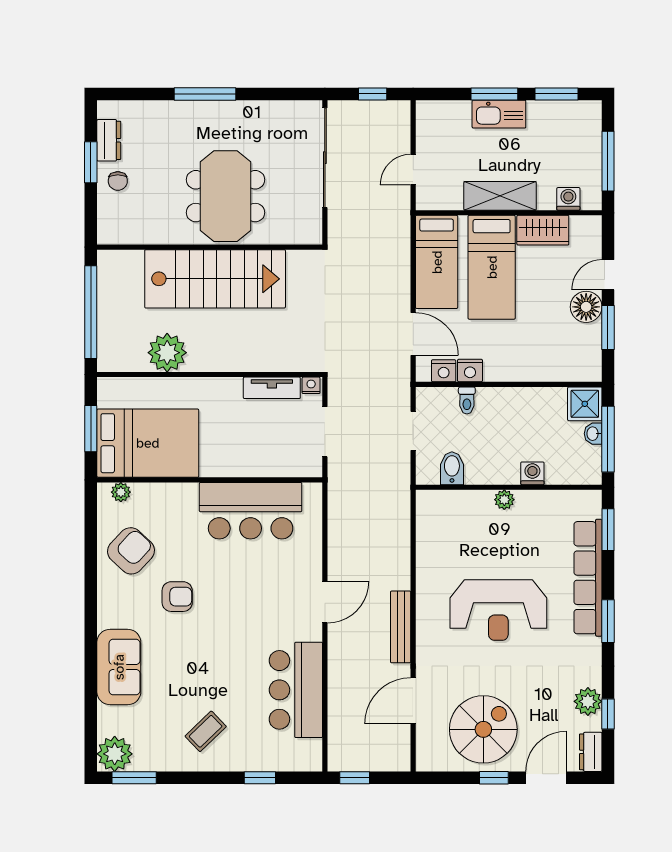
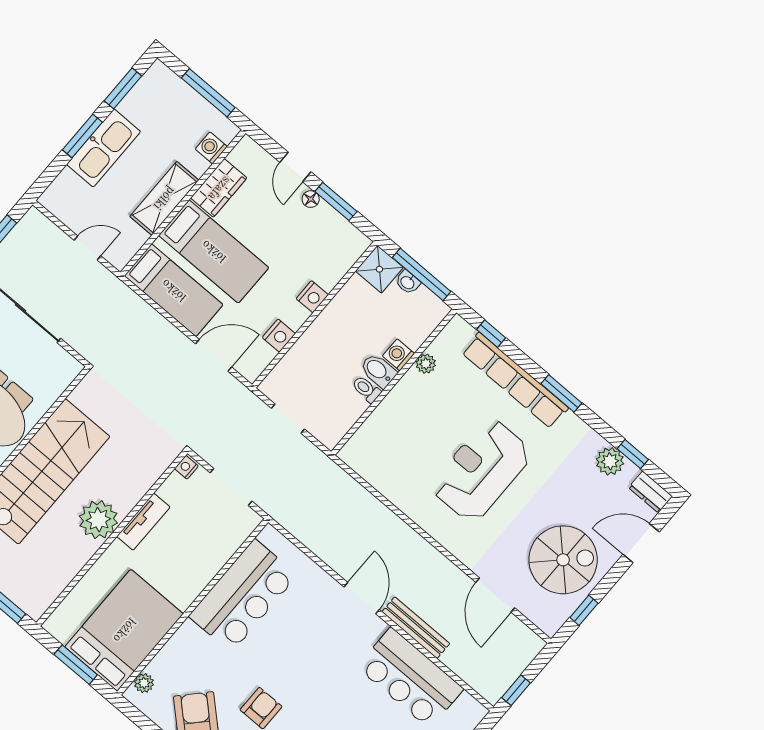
kitchen sink: (499, 114) -> (104, 148), width x1.36, depth x1.24
door: (413, 170) -> (87, 248), swing flipped
floor lamp: (586, 307) -> (311, 199), width x0.53, depth x0.53
plant: (167, 353) -> (98, 520), moved
nightstand: (444, 371) -> (312, 297), moved
tv unit: (272, 388) -> (143, 522), moved
toilet: (467, 400) -> (366, 389), moved, turned 180
bidet: (452, 468) -> (378, 371), moved
plant: (504, 500) -> (426, 364), moved
window: (608, 530) -> (491, 334), width x0.67
reception desk: (498, 610) -> (481, 470), turned 180
bench: (401, 627) -> (416, 628), moved
spiral stairs: (483, 729) -> (563, 560), turned 90
window: (494, 778) -> (584, 610), moved
door: (546, 778) -> (641, 543), hinge flipped

